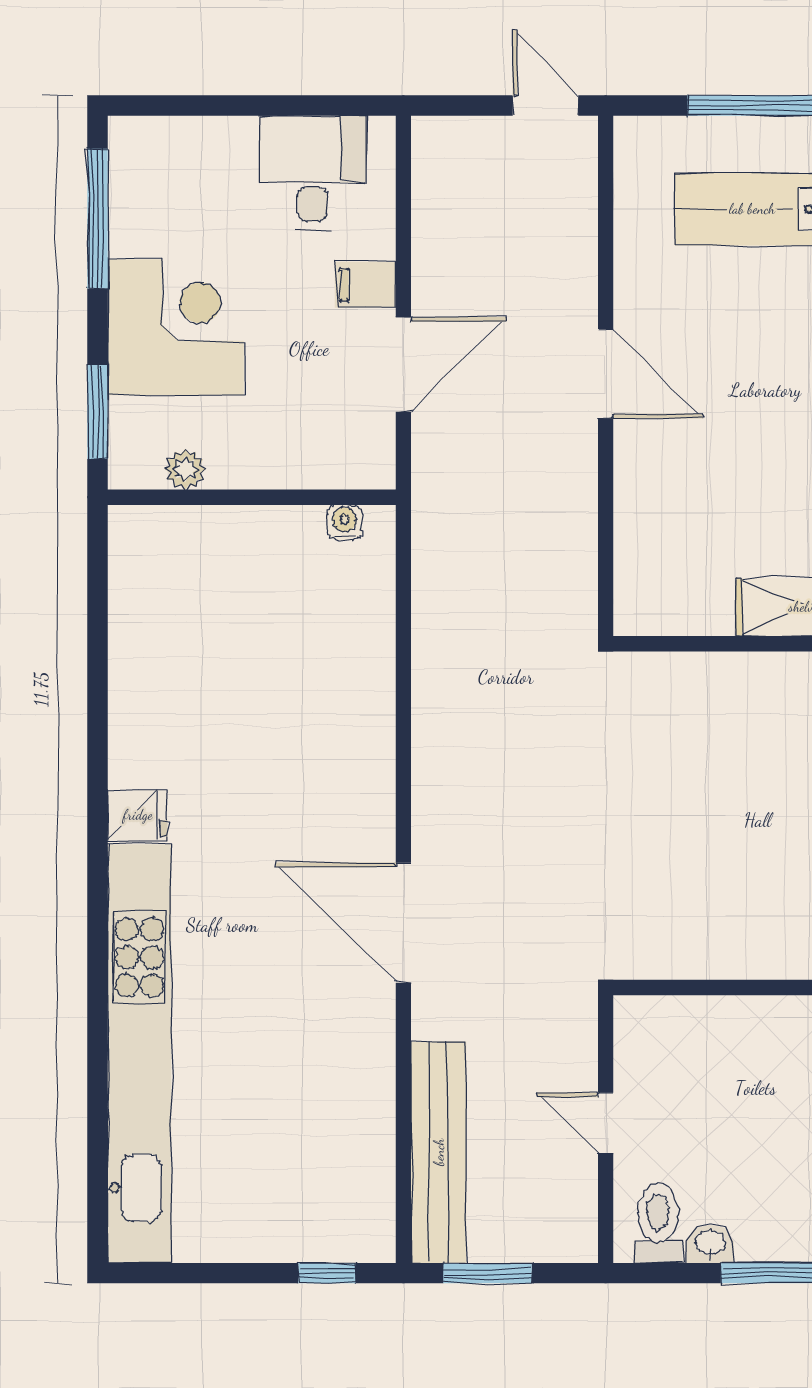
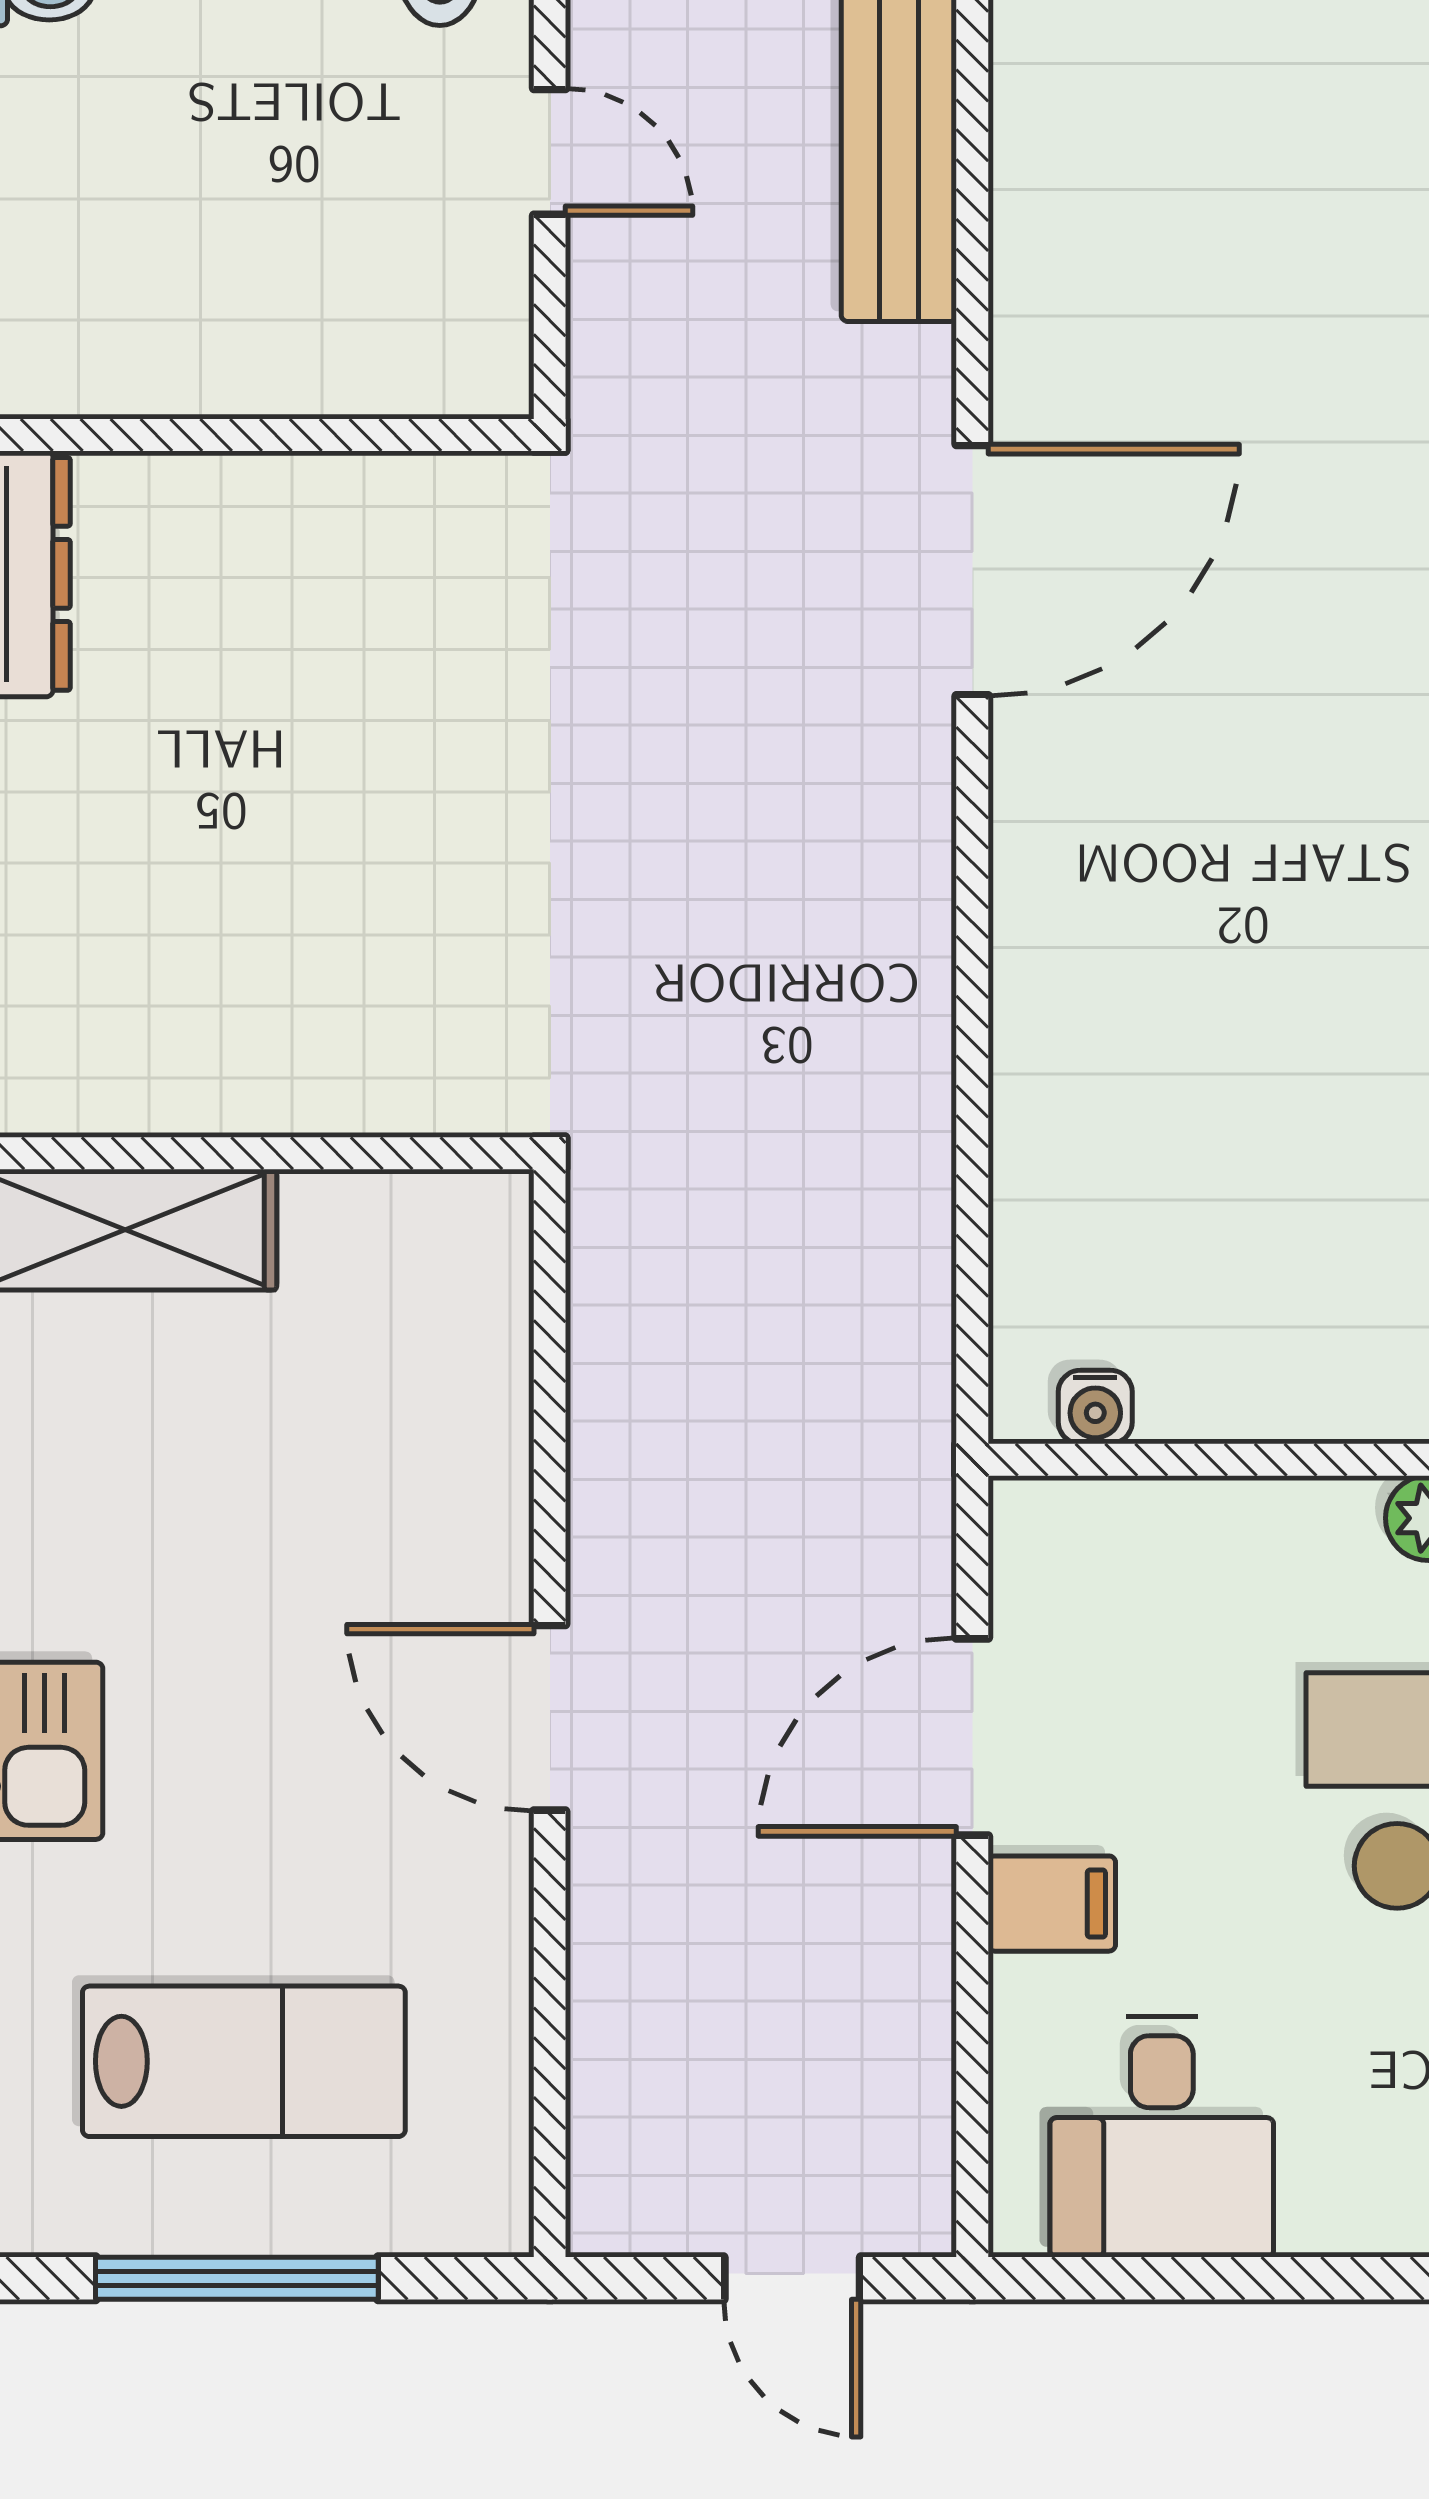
door: (545, 105) -> (792, 2278), moved
door: (403, 923) -> (972, 570), hinge flipped

